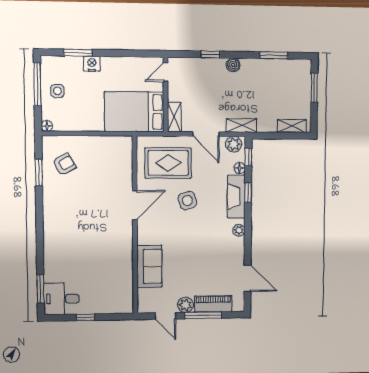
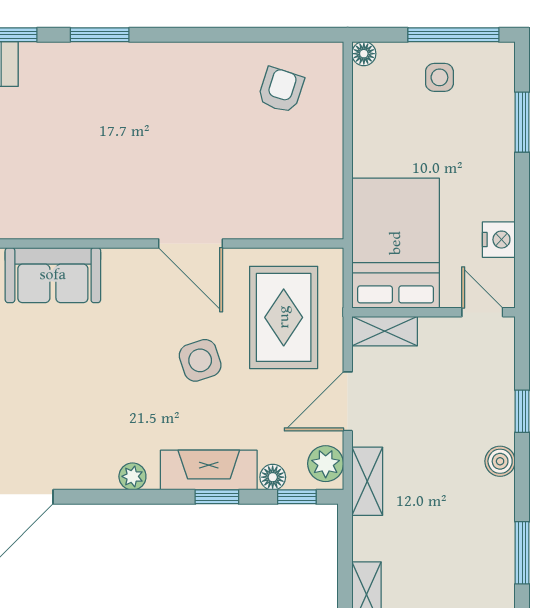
nightstand: (92, 64) -> (499, 240), moved
armchair: (64, 164) -> (281, 90), turned -133
window: (39, 173) -> (100, 35), moved

